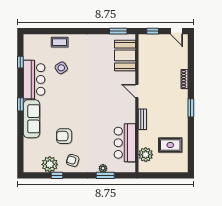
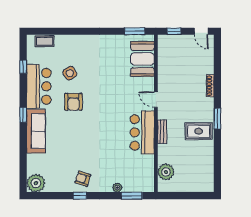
coffee table: (60, 42) -> (45, 41), moved
armchair: (64, 136) -> (73, 102), moved, turned -90
bar counter: (125, 143) -> (142, 132), moved
rug: (170, 145) -> (199, 131), moved
plant: (50, 164) -> (36, 183), moved
window: (57, 175) -> (80, 196), moved
window: (105, 175) -> (132, 196), moved

